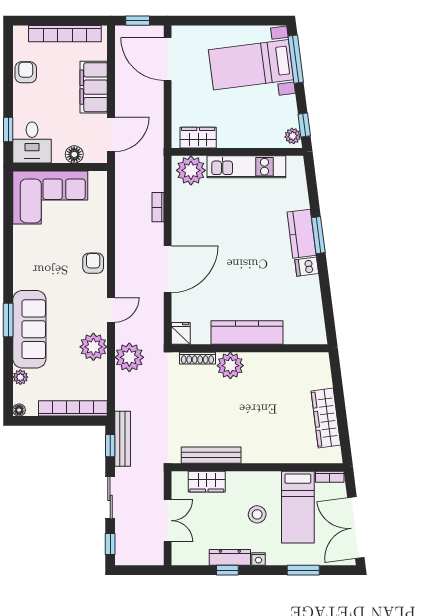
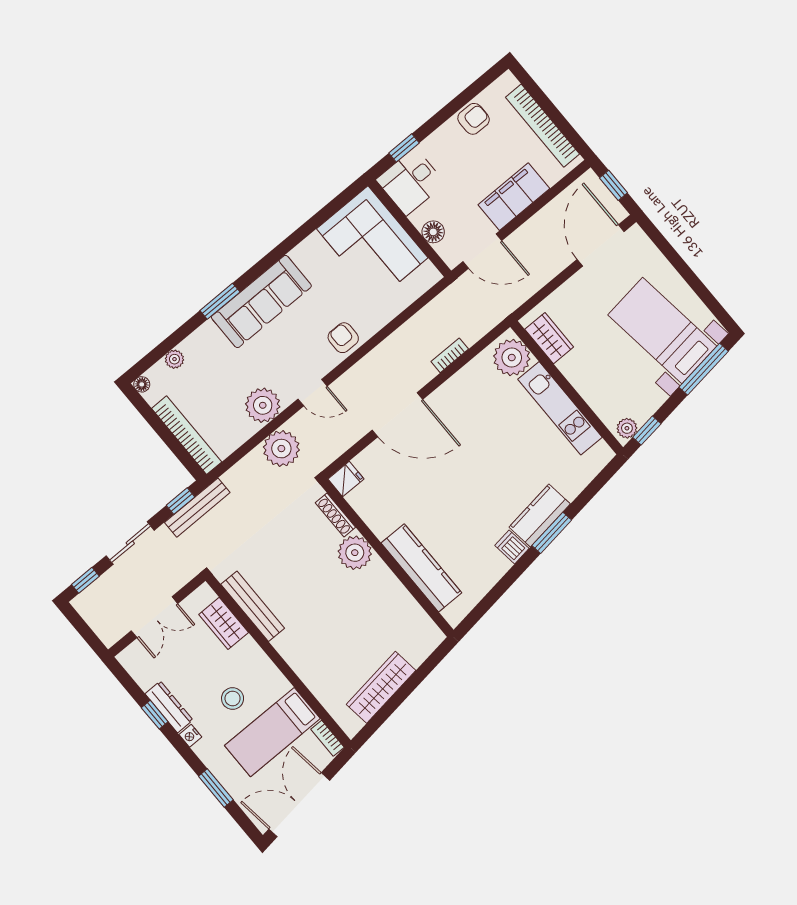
armchair: (93, 263) -> (343, 338), turned -90
sofa: (29, 329) -> (261, 302), moved
kitchen counter: (247, 333) -> (421, 568), moved

